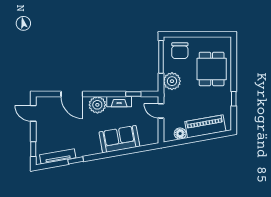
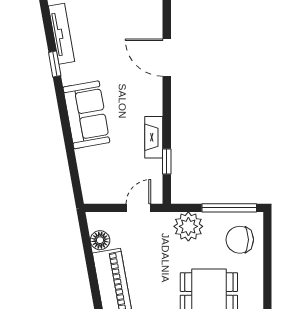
door: (72, 94) -> (167, 58), hinge flipped
plant: (97, 105) -> (148, 101), removed
sofa: (119, 139) -> (86, 115), moved

